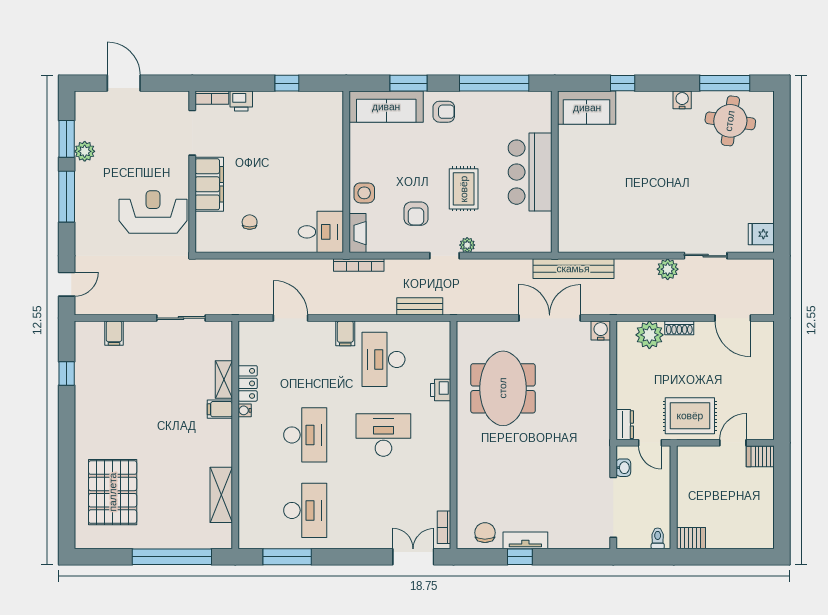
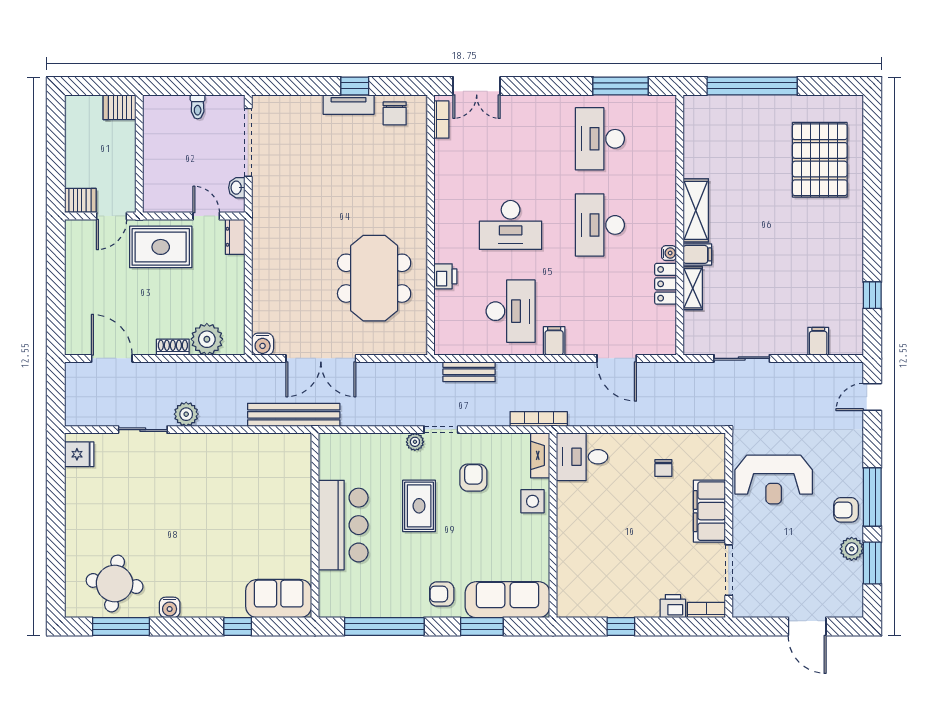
armchair: (90, 185) -> (846, 510), added
shelving: (221, 495) -> (696, 210), moved
wall: (674, 497) -> (139, 154), moved
server rack: (691, 538) -> (119, 107), moved

